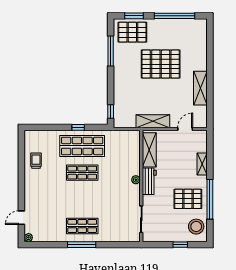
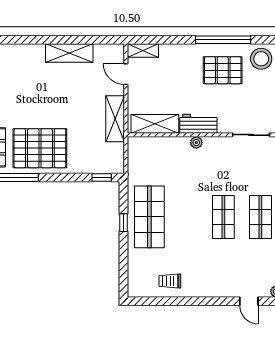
pallet: (161, 64) -> (40, 148), moved, turned 90
shelving: (202, 164) -> (143, 50), moved
shop shelf: (82, 173) -> (223, 217), moved
pallet: (188, 199) -> (223, 70), turned 90

